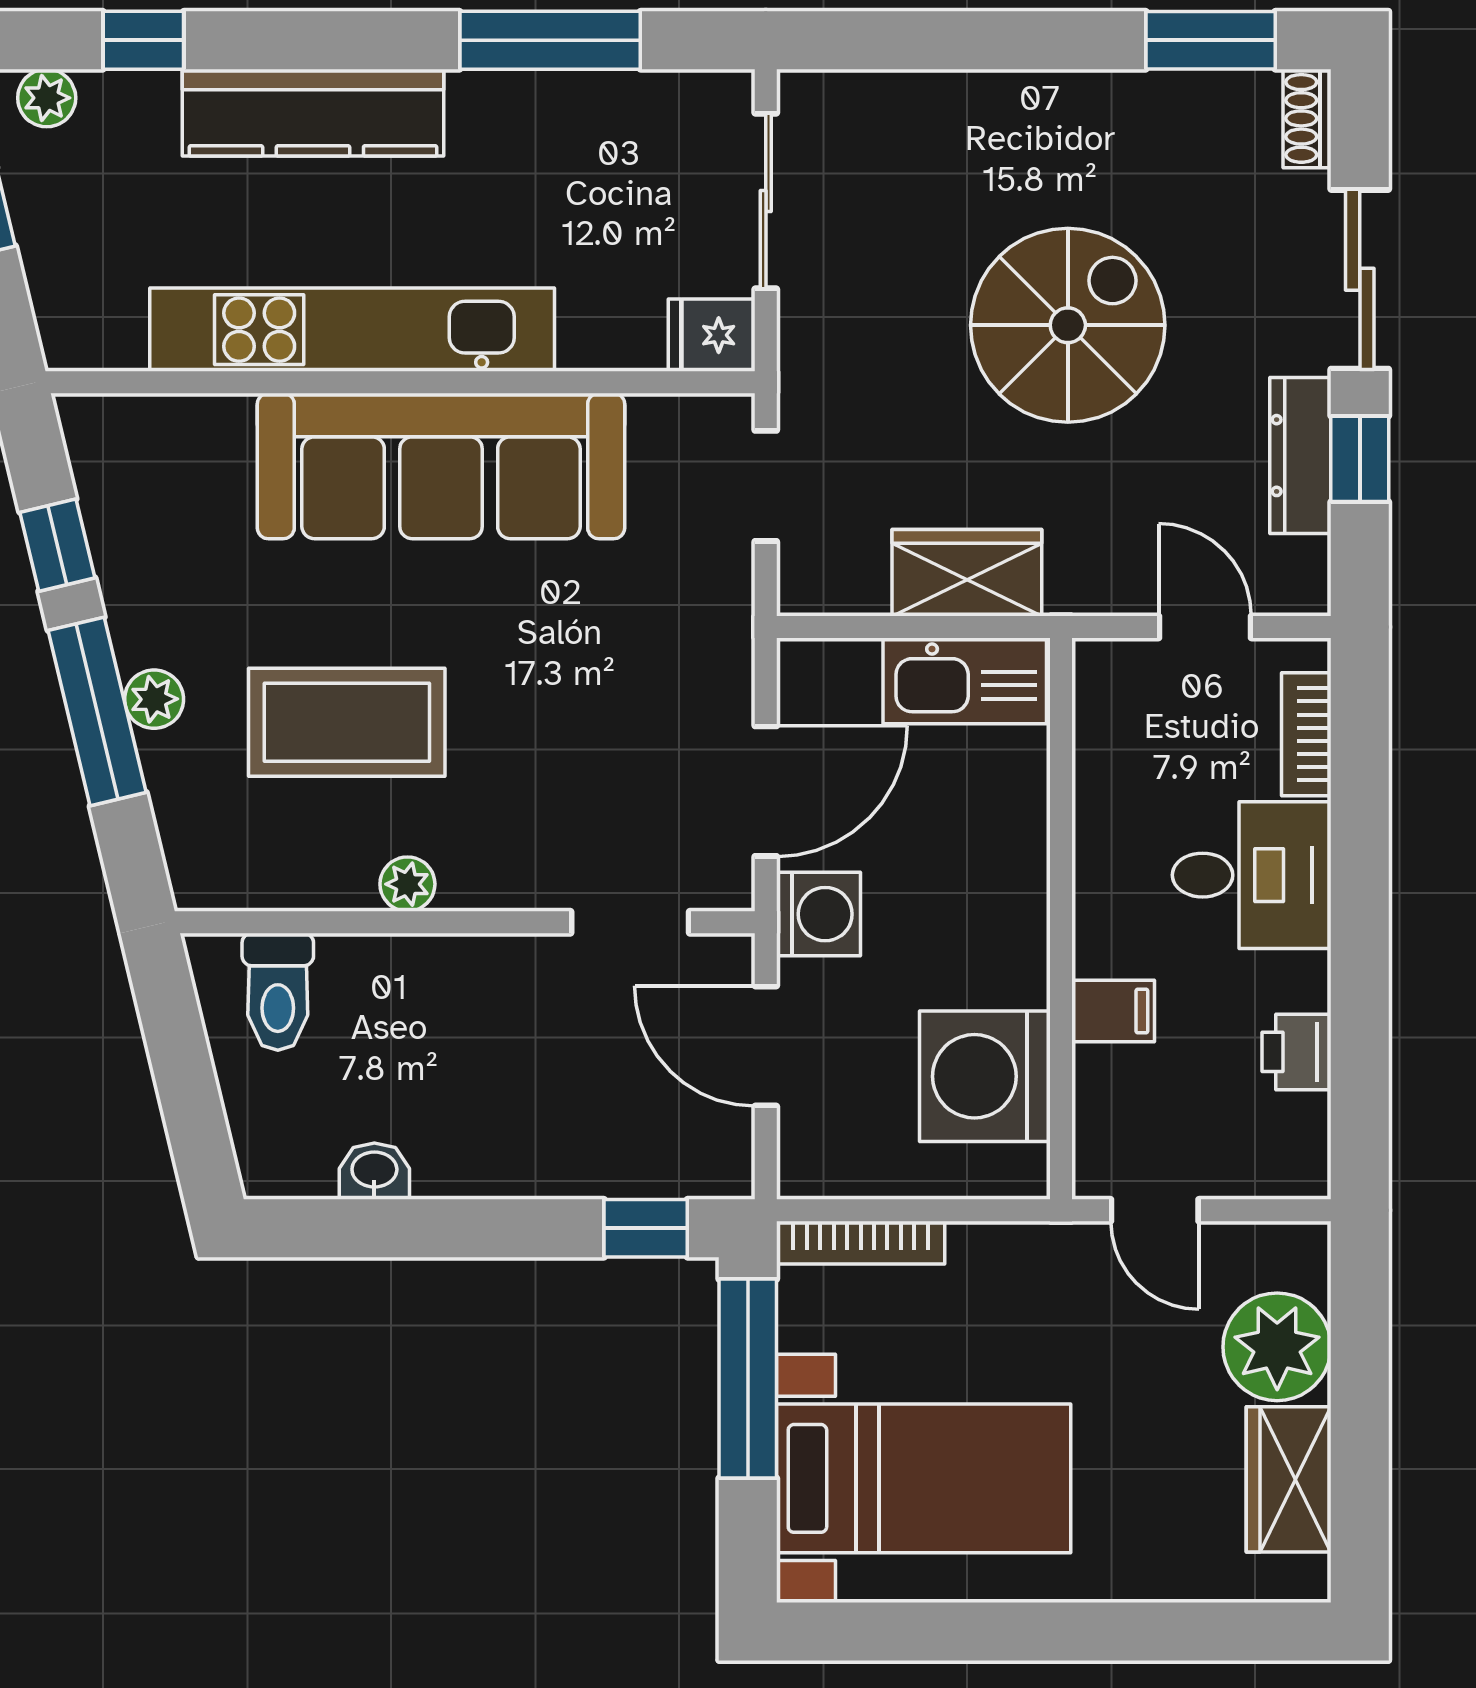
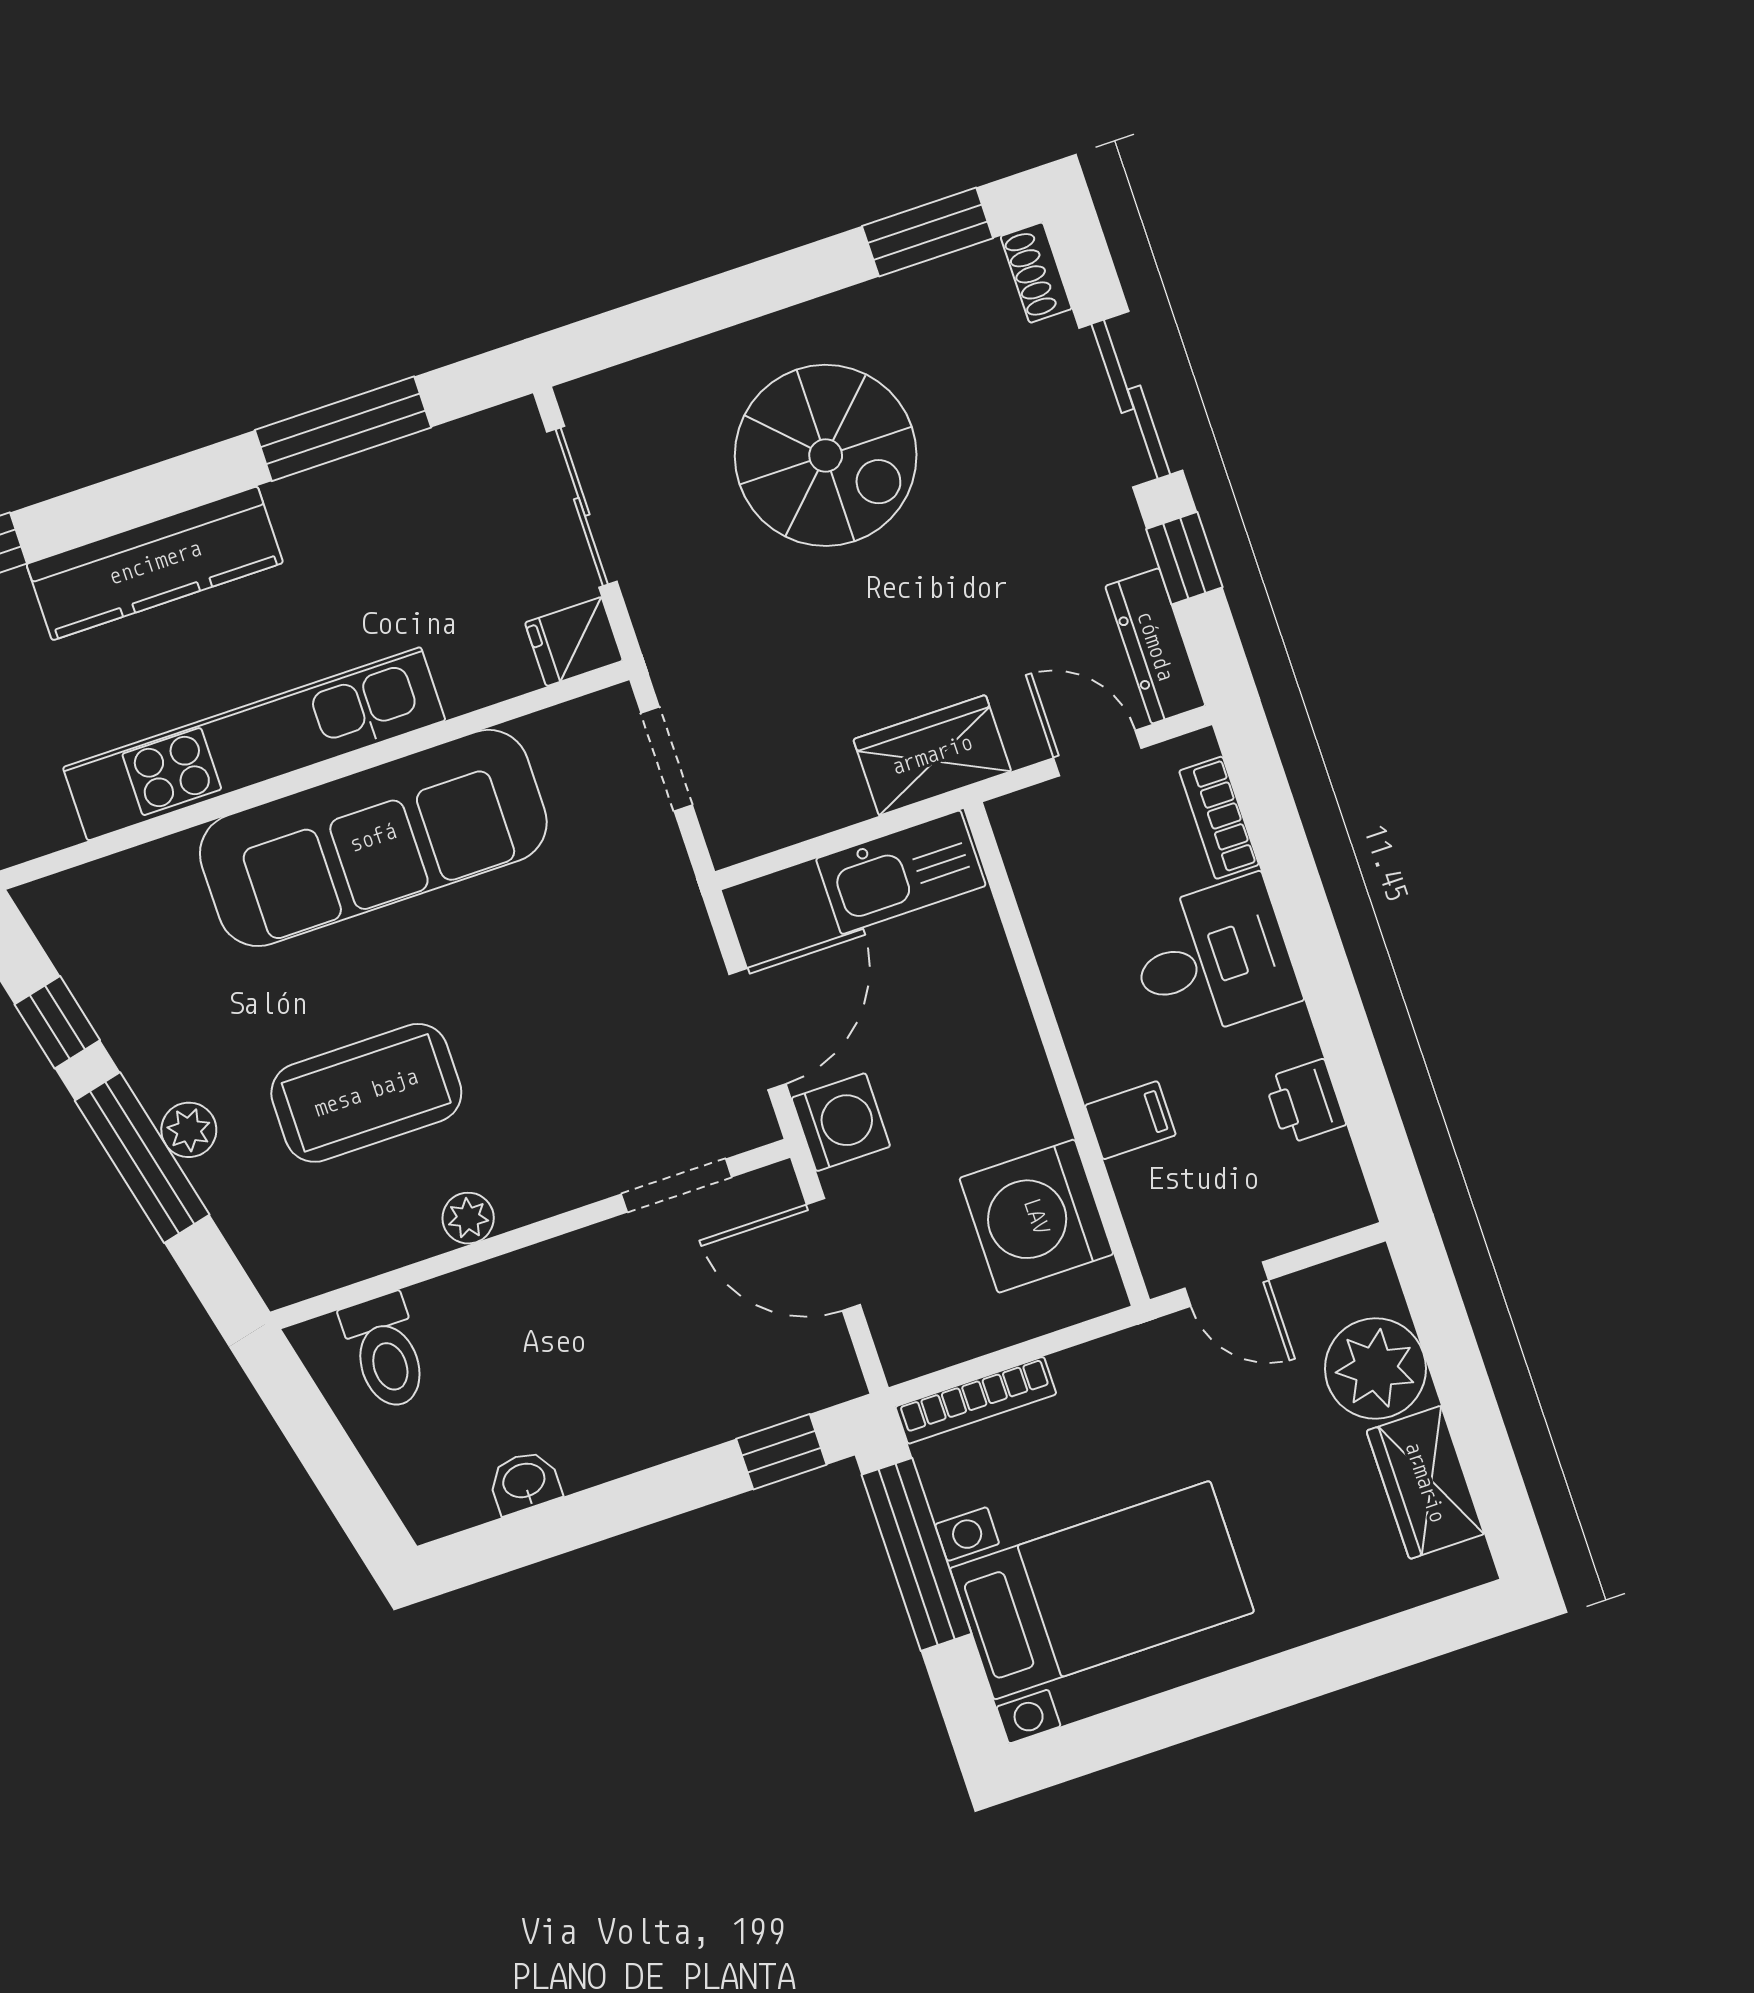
spiral stairs: (1068, 325) -> (826, 455), moved, turned 90
dresser: (1300, 456) -> (1155, 646), moved
wardrobe: (967, 573) -> (932, 755), moved

